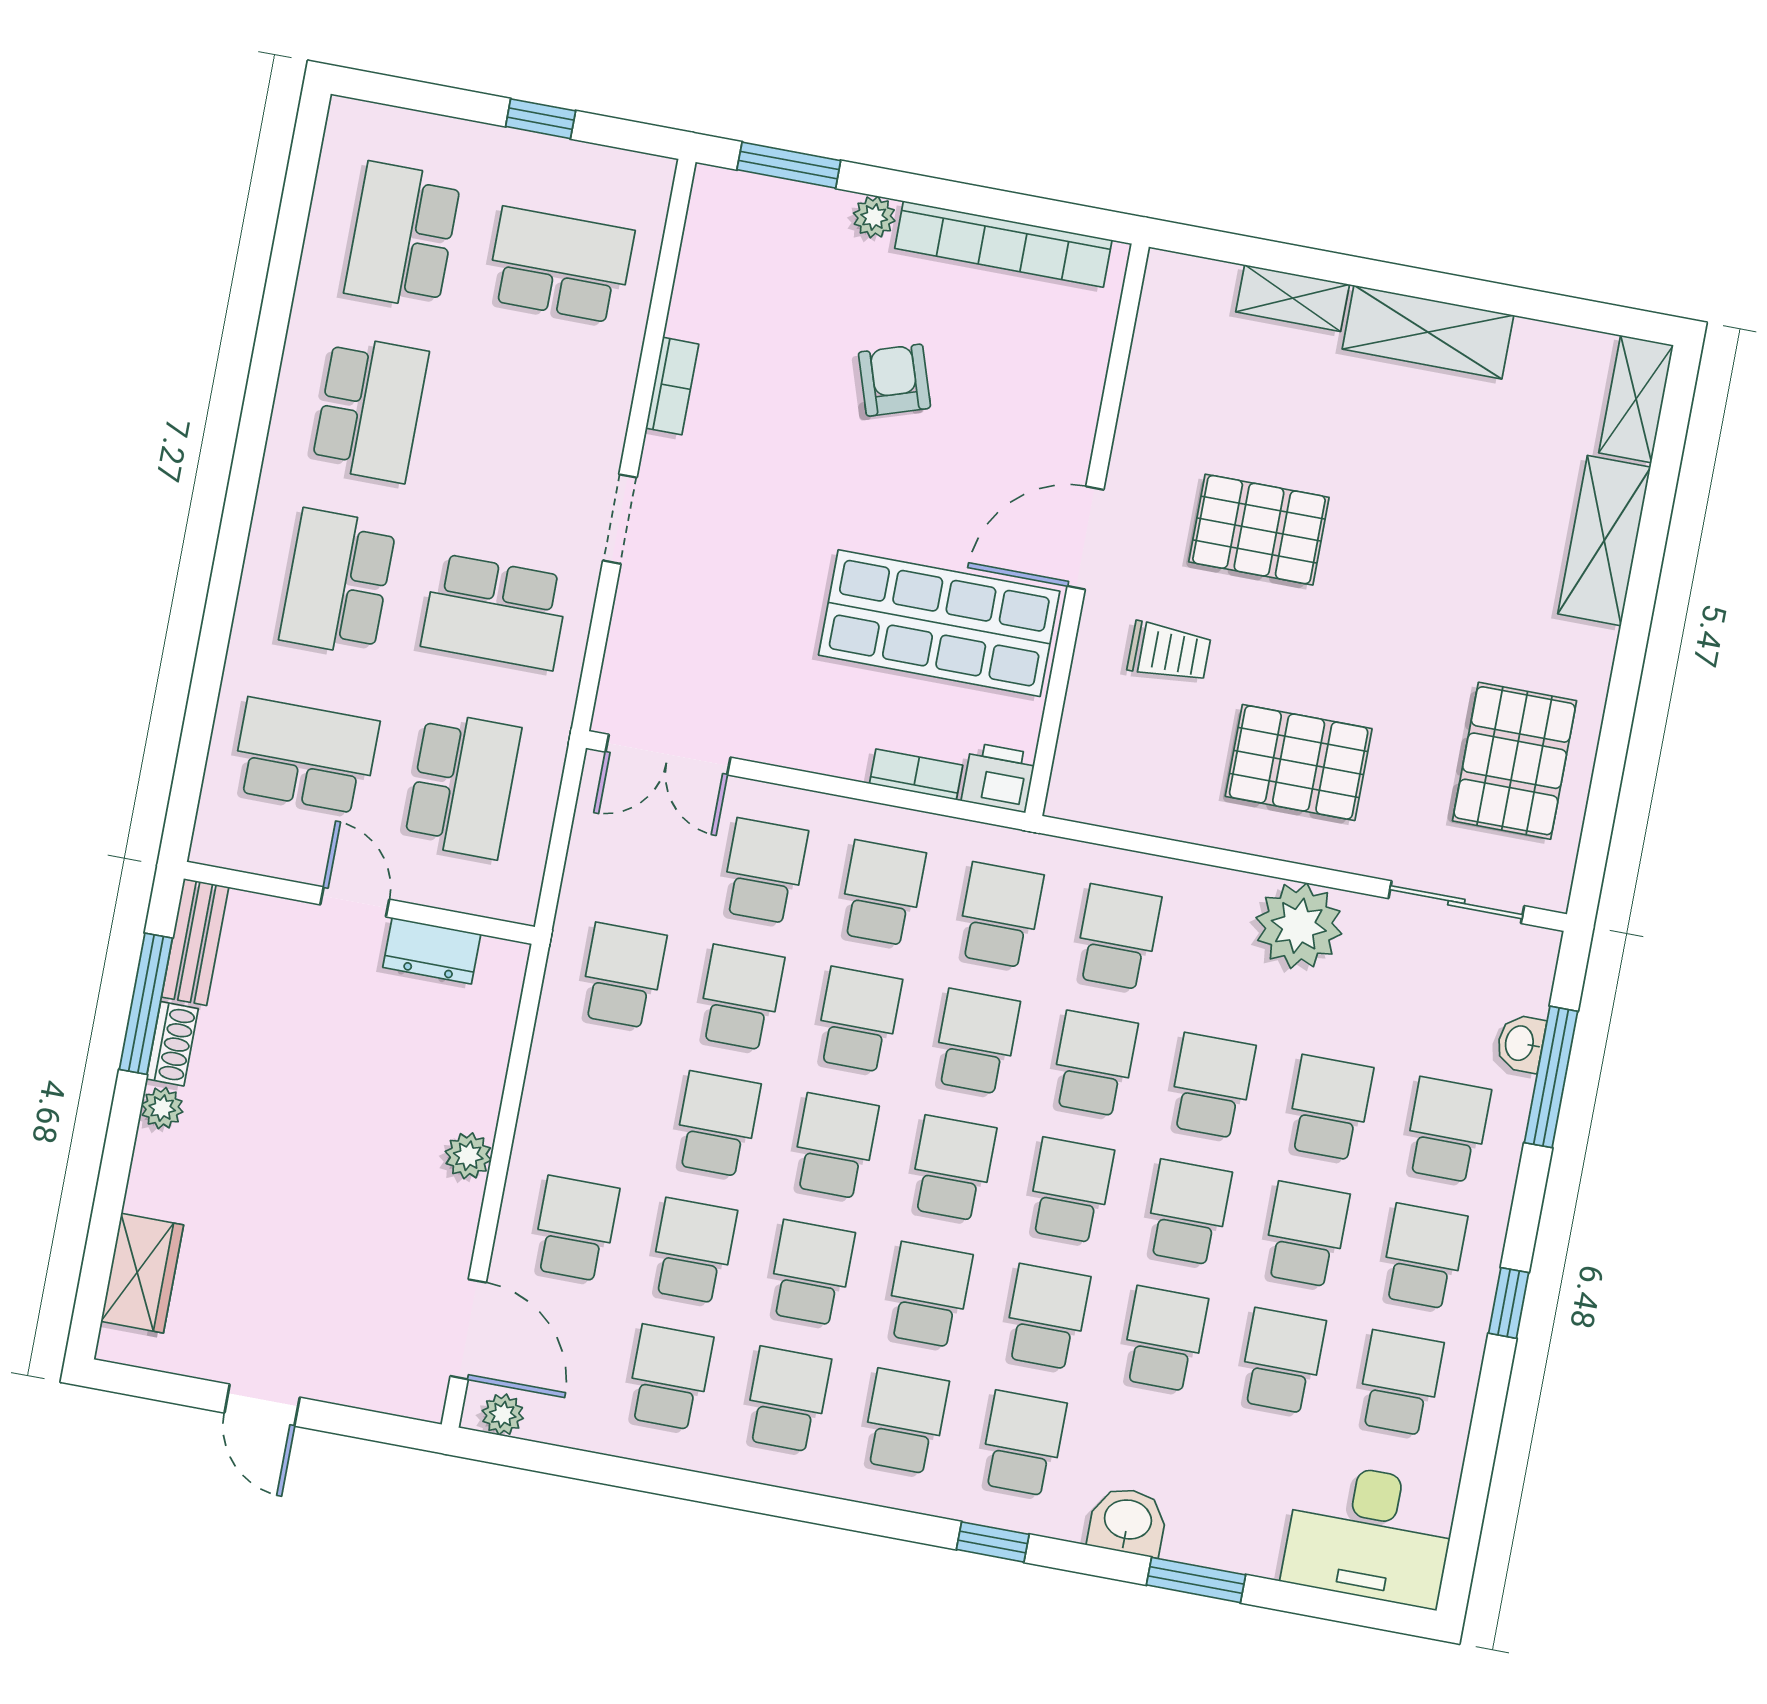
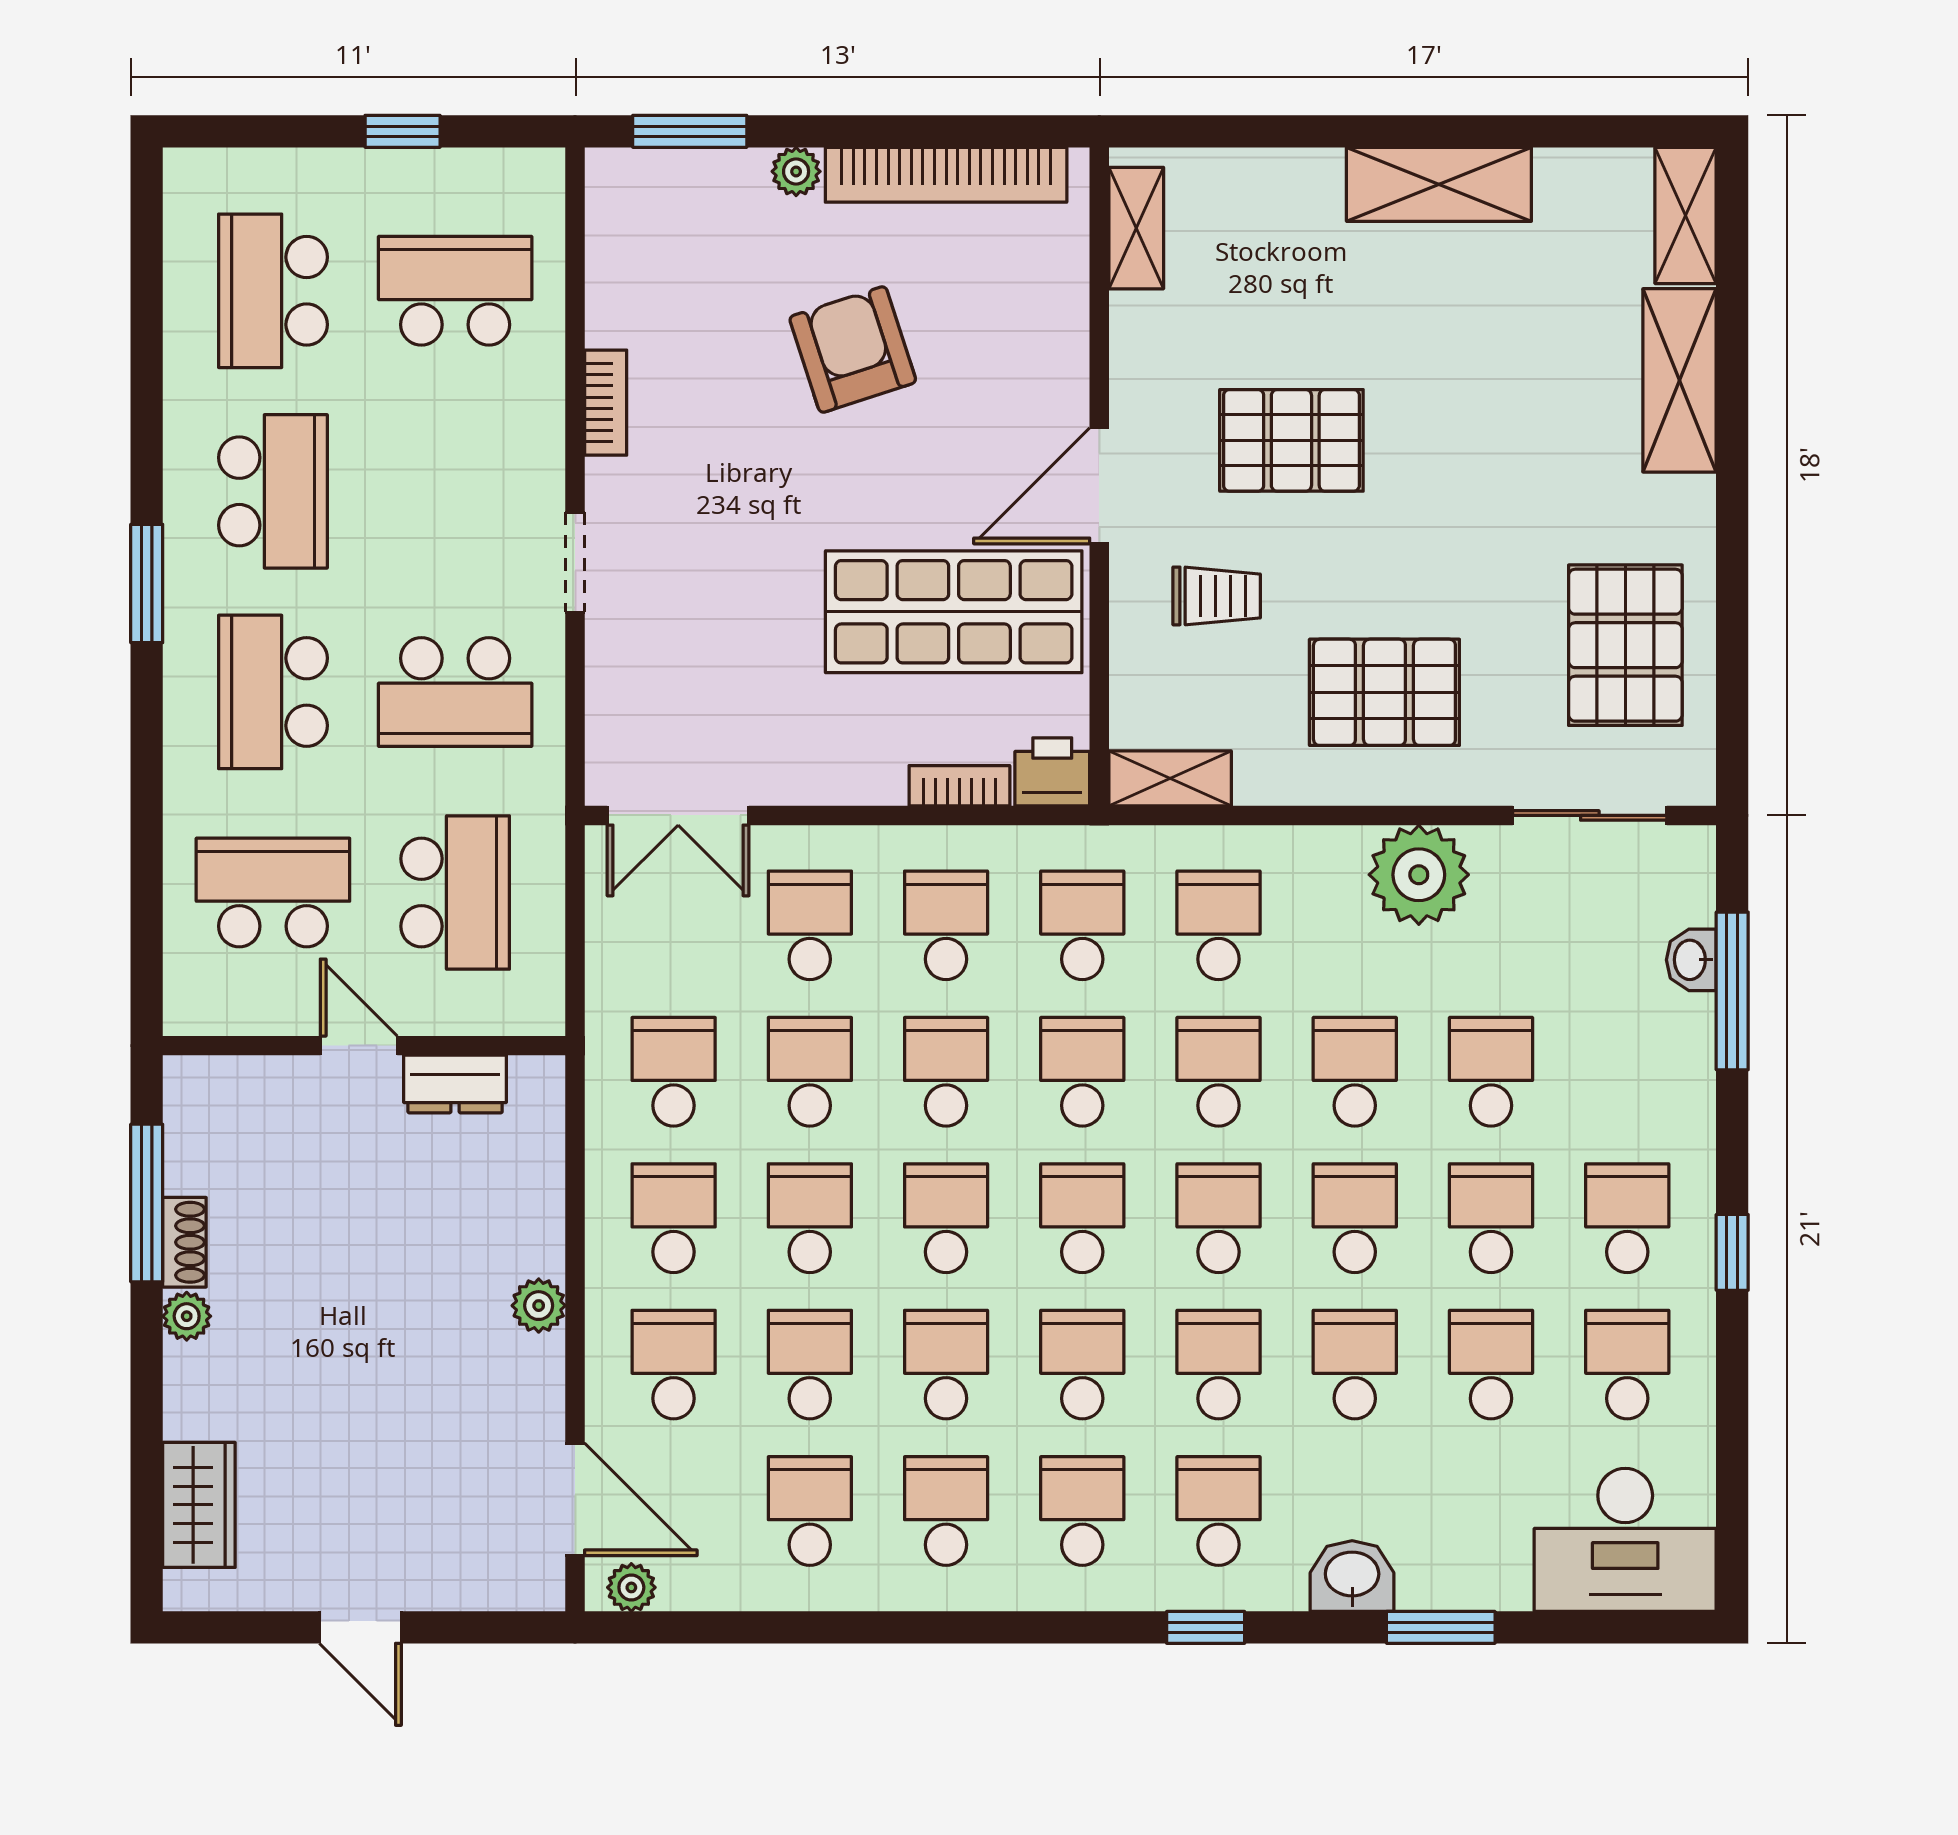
shelving: (1293, 298) -> (1136, 228), moved, turned 90
armchair: (894, 380) -> (853, 350), width x1.38, depth x1.38
window: (246, 468) -> (147, 583), added
shelving: (1099, 802) -> (1170, 778), added
bench: (195, 942) -> (189, 1124), removed
school desk: (1447, 1130) -> (674, 1218), moved

